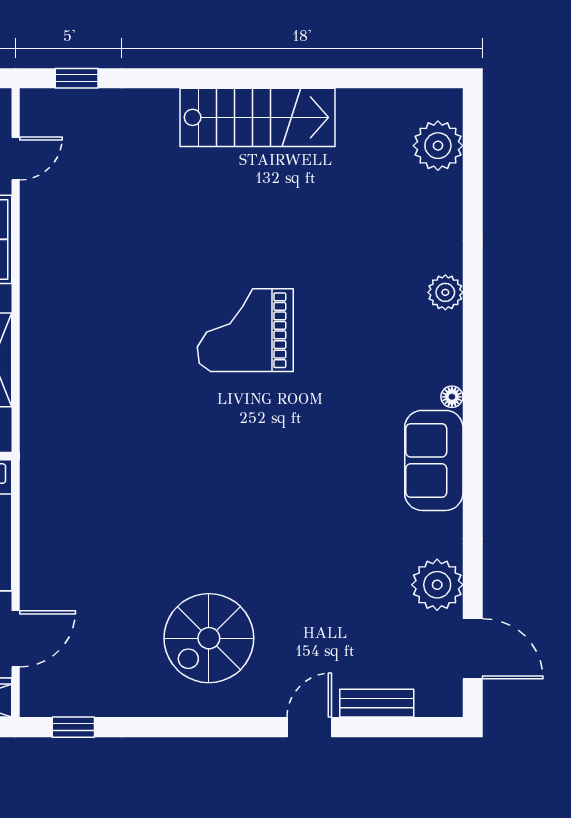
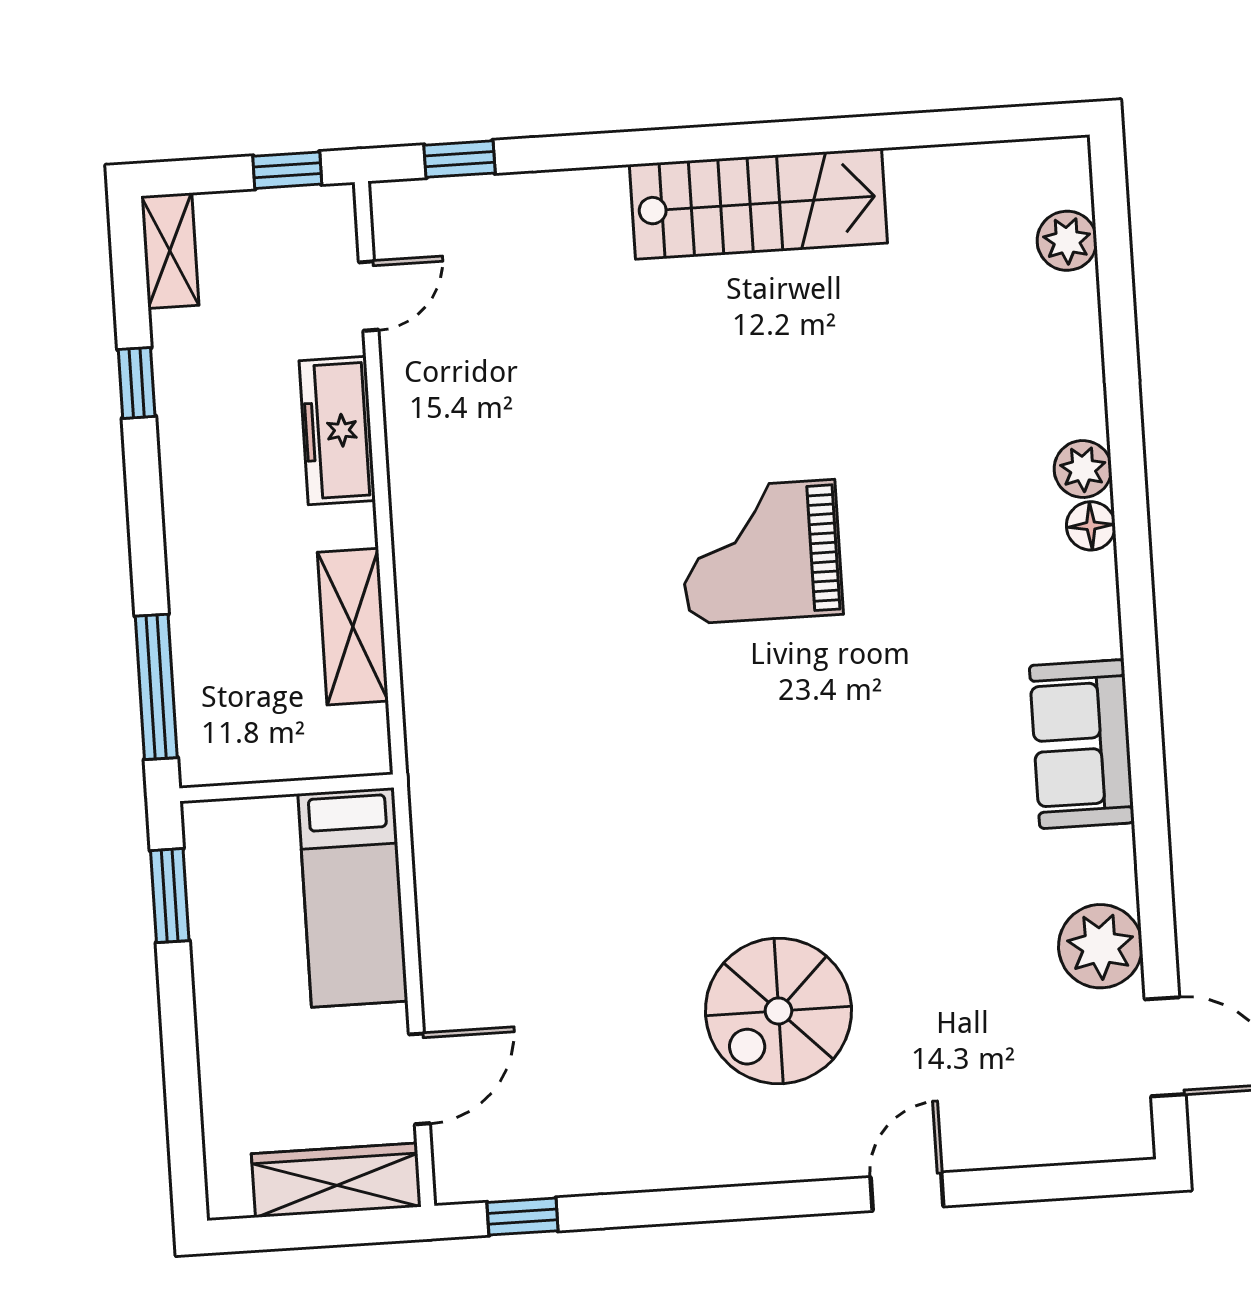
plant: (438, 146) -> (1067, 241), width x0.73, depth x0.73
floor lamp: (452, 397) -> (1091, 526), moved, width x1.37, depth x1.37
spiral stairs: (209, 638) -> (778, 1011), moved
bench: (377, 703) -> (1014, 1145), removed

